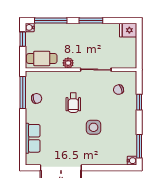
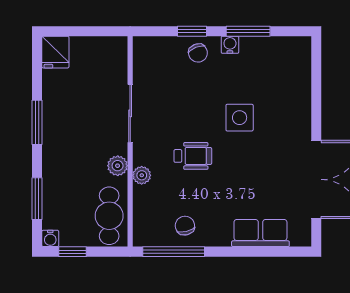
window: (51, 20) -> (37, 199), width x0.69
plant: (63, 76) -> (142, 175), added
chair: (119, 90) -> (198, 53), moved
window: (139, 146) -> (248, 31), moved
water cooler: (132, 161) -> (230, 45), moved

